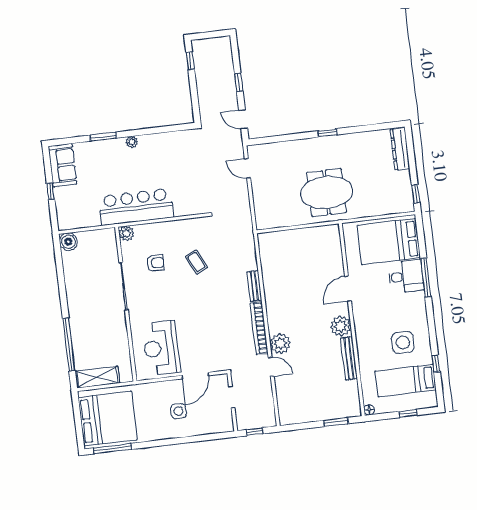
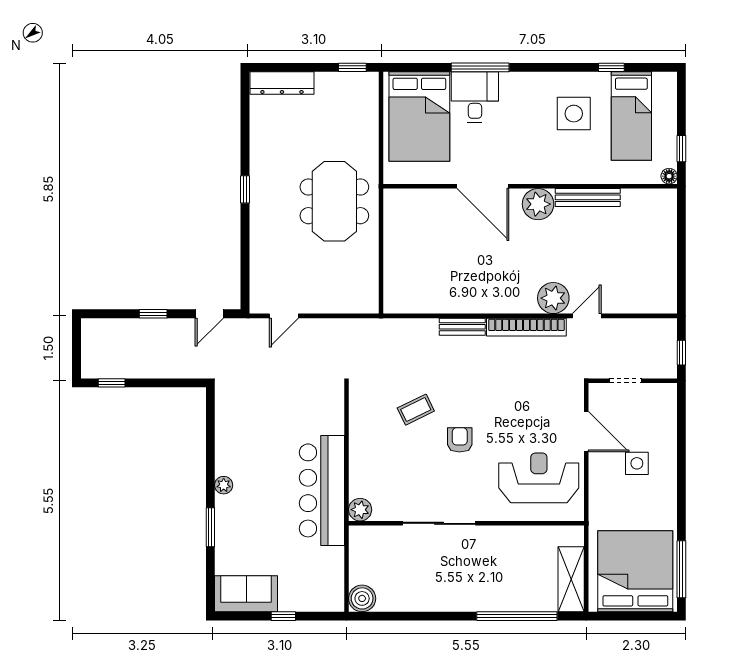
armchair: (155, 263) -> (460, 440), moved
door: (348, 289) -> (483, 186), width x1.36
reception desk: (161, 348) -> (539, 478), turned 180
window: (408, 413) -> (681, 149), moved
window: (336, 422) -> (681, 229), removed

